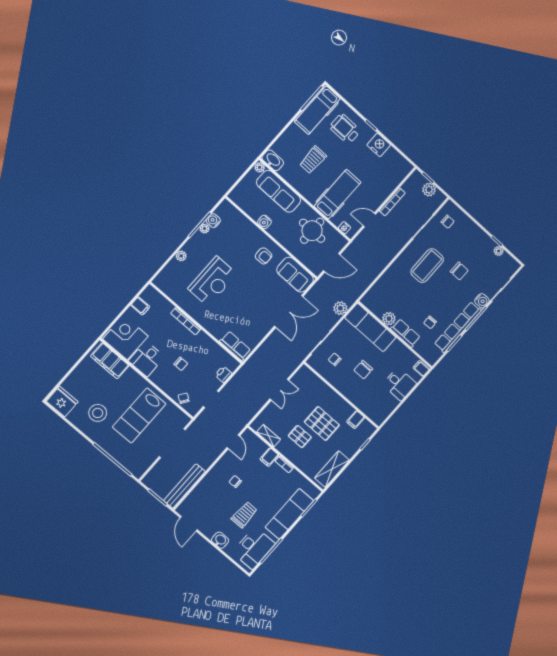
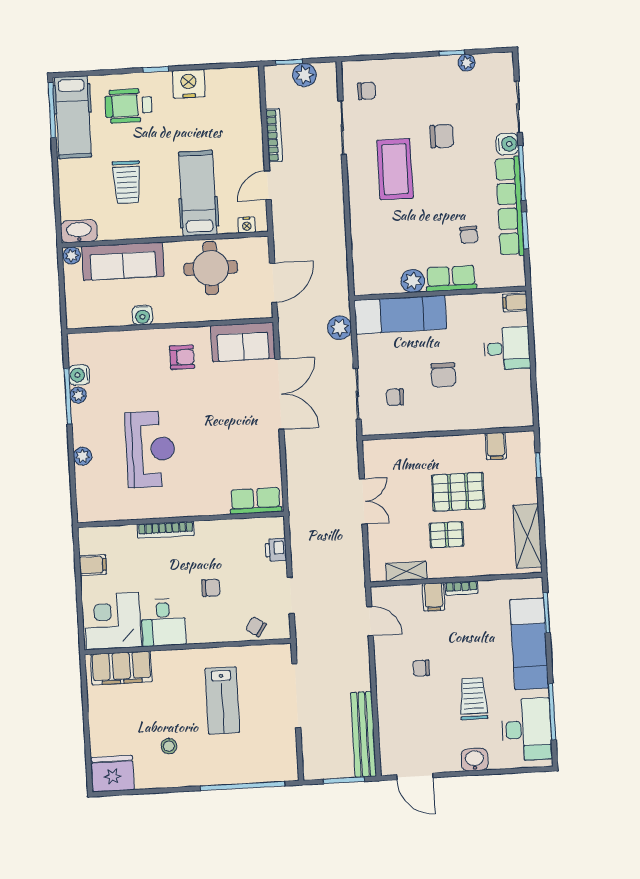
stool: (98, 413) -> (169, 746), width x0.53, depth x0.53
lab bench: (139, 415) -> (222, 700), width x0.73, depth x0.72

